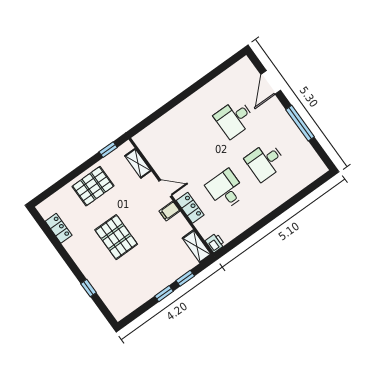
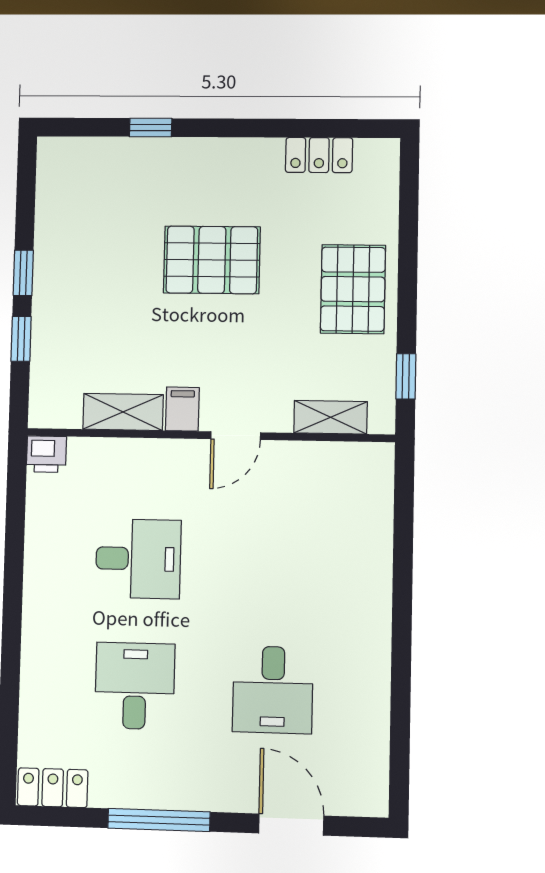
desk: (234, 118) -> (273, 690), turned 180
locker: (190, 208) -> (53, 788), moved, turned 180
shelving: (197, 246) -> (123, 412), moved

